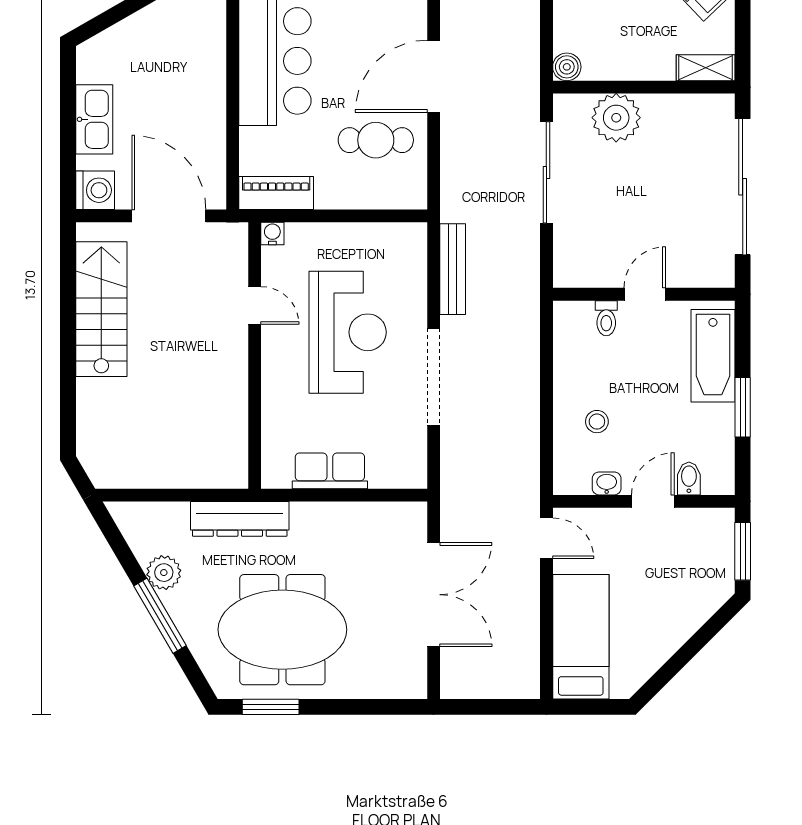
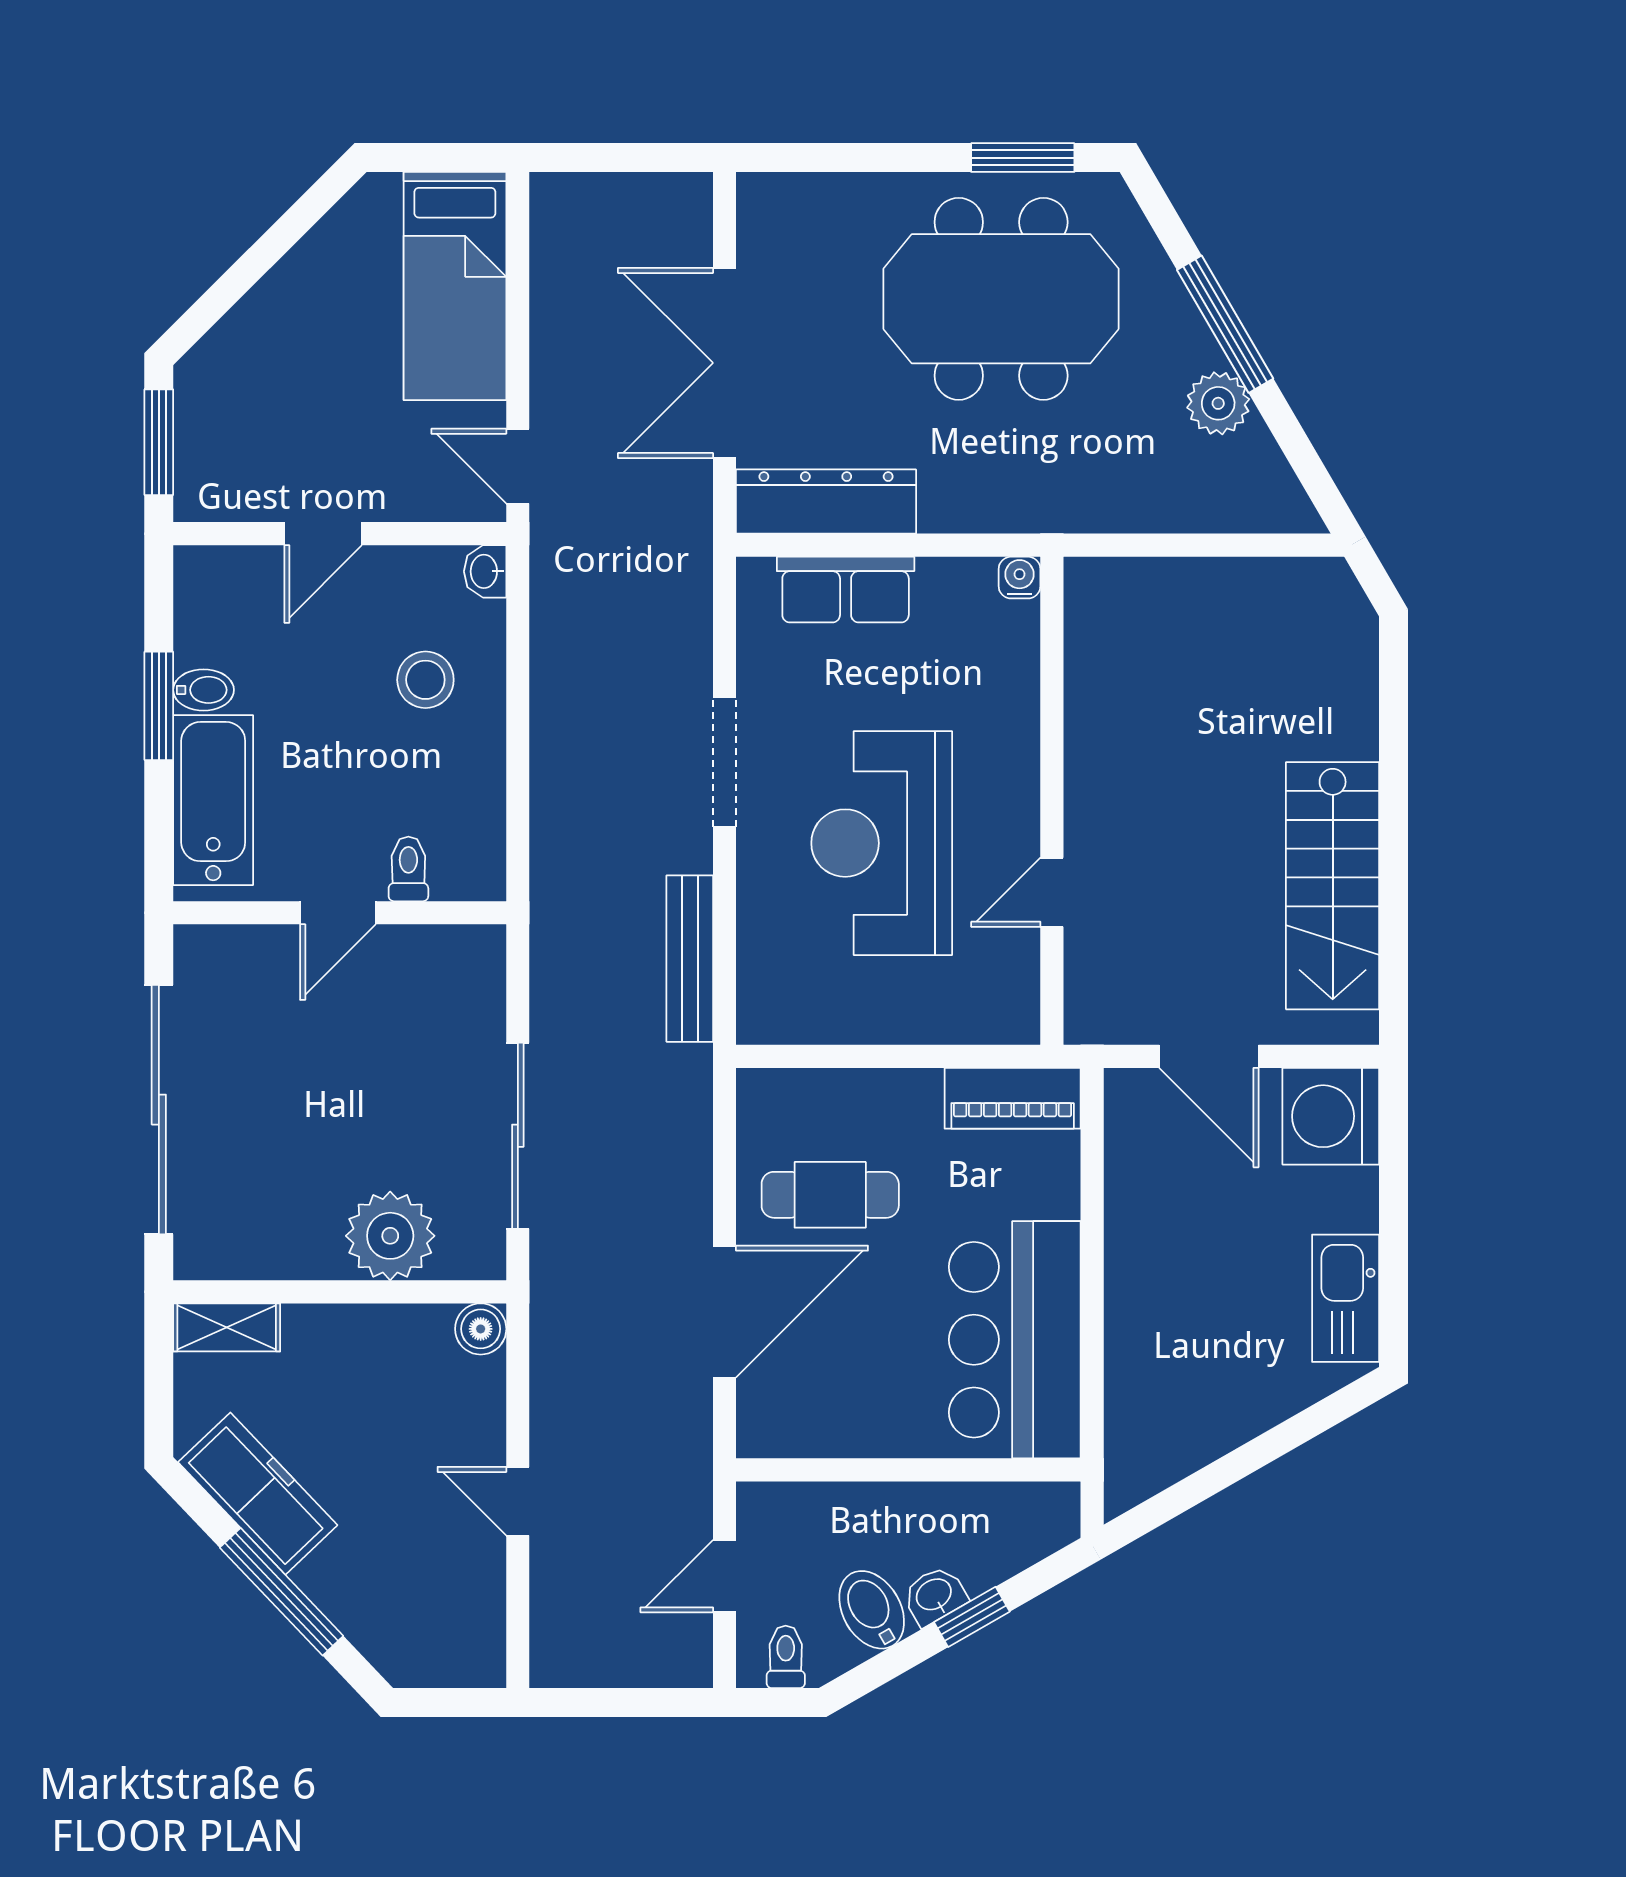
kitchen sink: (94, 119) -> (1346, 1298), moved
washing machine: (95, 190) -> (1331, 1116), width x1.37, depth x1.37
door: (169, 216) -> (1209, 1056), width x0.73
water cooler: (272, 233) -> (1020, 578), moved, turned 180
door: (255, 305) -> (1052, 892), hinge flipped
doorway: (434, 377) -> (725, 762), width x0.73
stool: (597, 422) -> (425, 680), width x1.37, depth x1.37
row of seats: (330, 471) -> (846, 590), moved
bidet: (689, 478) -> (204, 690), moved, turned -90
washbasin: (607, 483) -> (485, 571), moved, turned 90
dresser: (240, 519) -> (826, 502), moved

